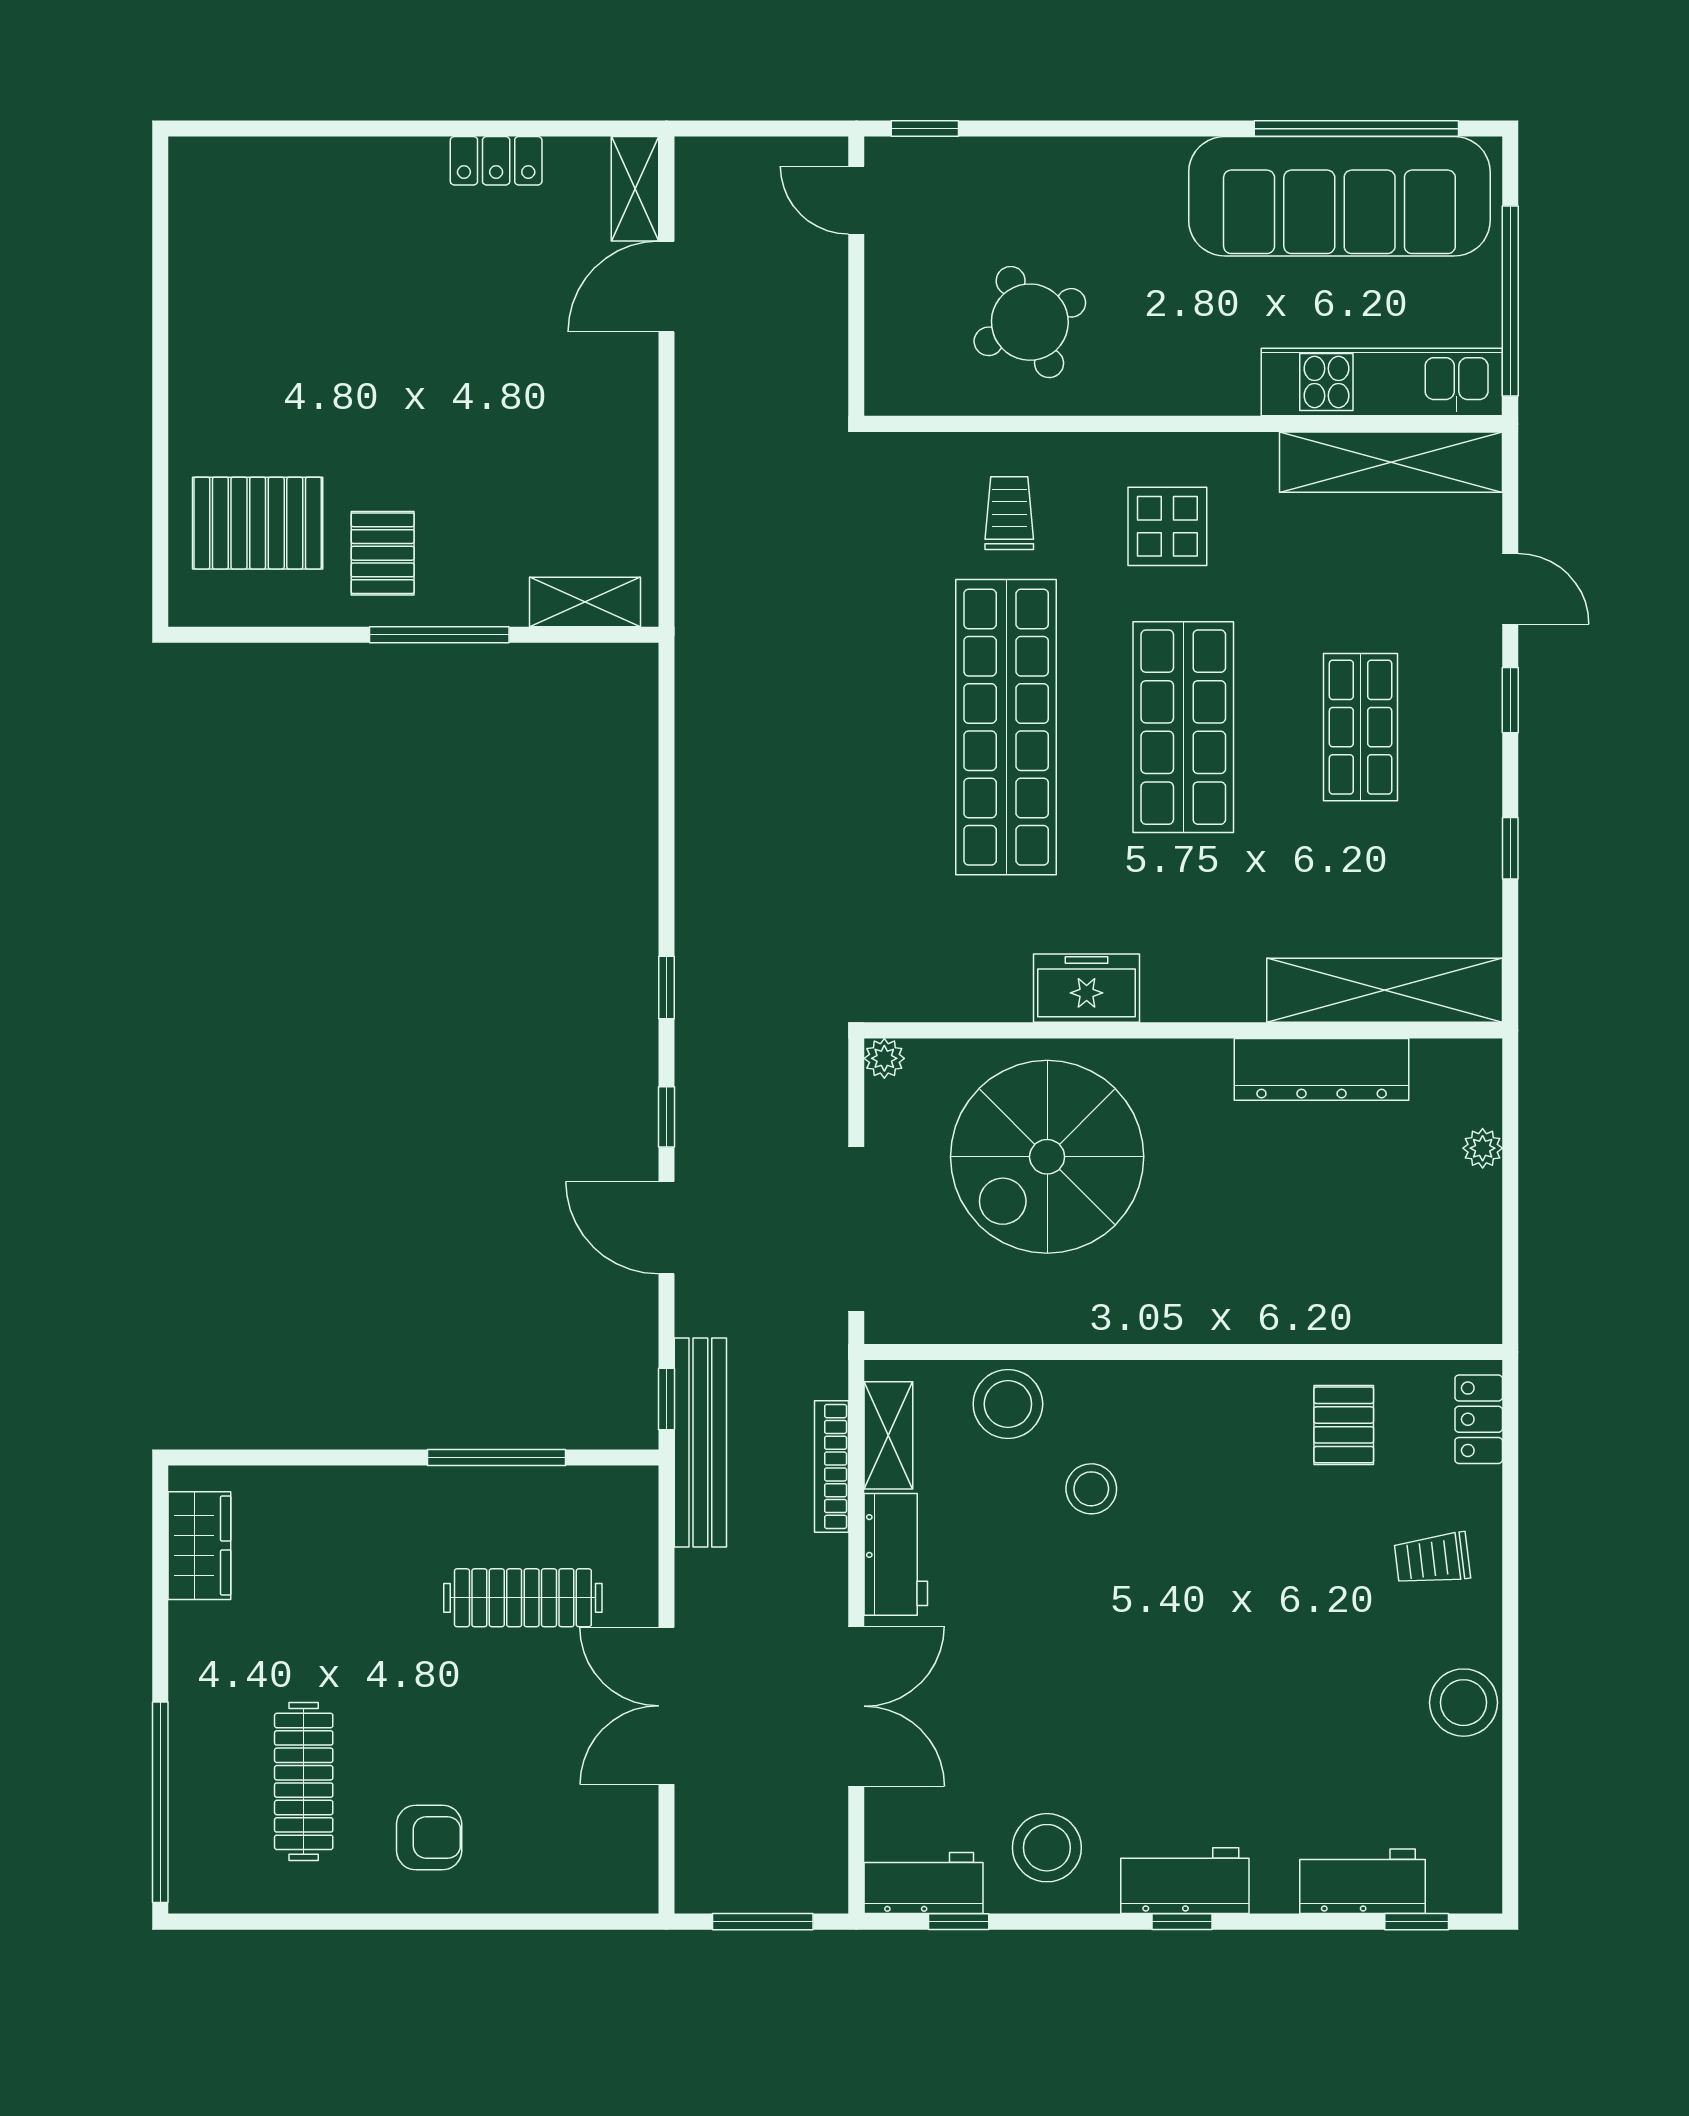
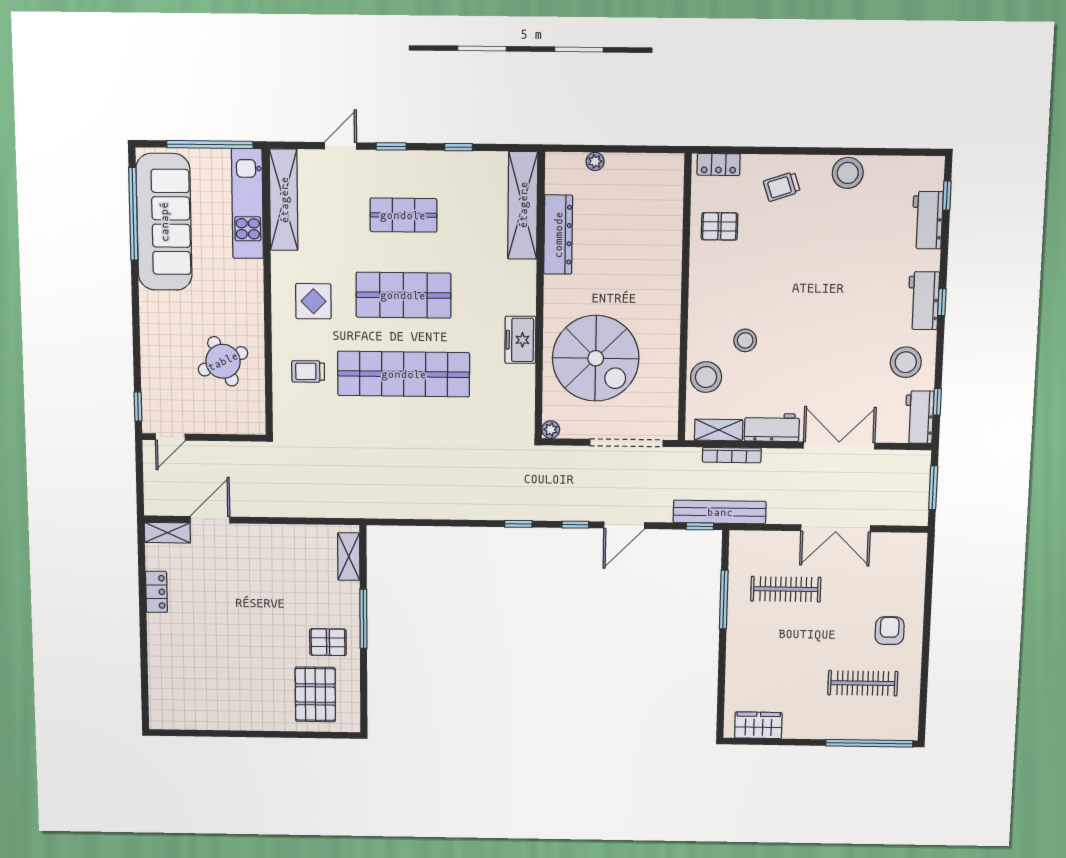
door: (666, 287) -> (210, 520), swing flipped
trolley: (1432, 1559) -> (782, 187), turned 79
clothes rail: (523, 1598) -> (786, 589), turned 90

